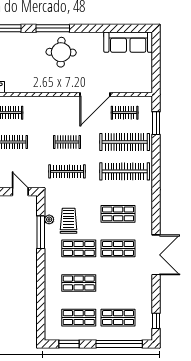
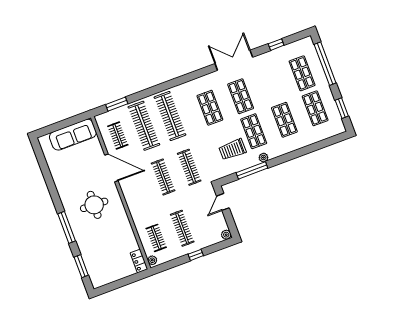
sofa: (128, 42) -> (73, 135), moved, turned 90
round table: (61, 52) -> (94, 205), moved
clothes rail: (67, 142) -> (163, 177), width x1.36
plant: (49, 219) -> (263, 158), moved
window: (156, 321) -> (276, 45), moved

